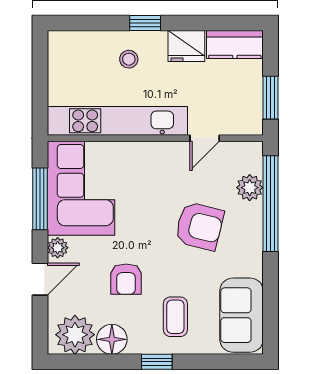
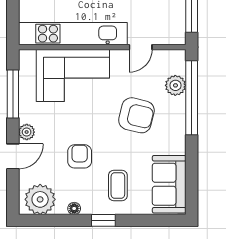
corner sofa: (81, 188) -> (73, 75), moved, turned 90
armchair: (126, 279) -> (80, 156), turned 180
floor lamp: (112, 339) -> (74, 208), width x0.53, depth x0.53

